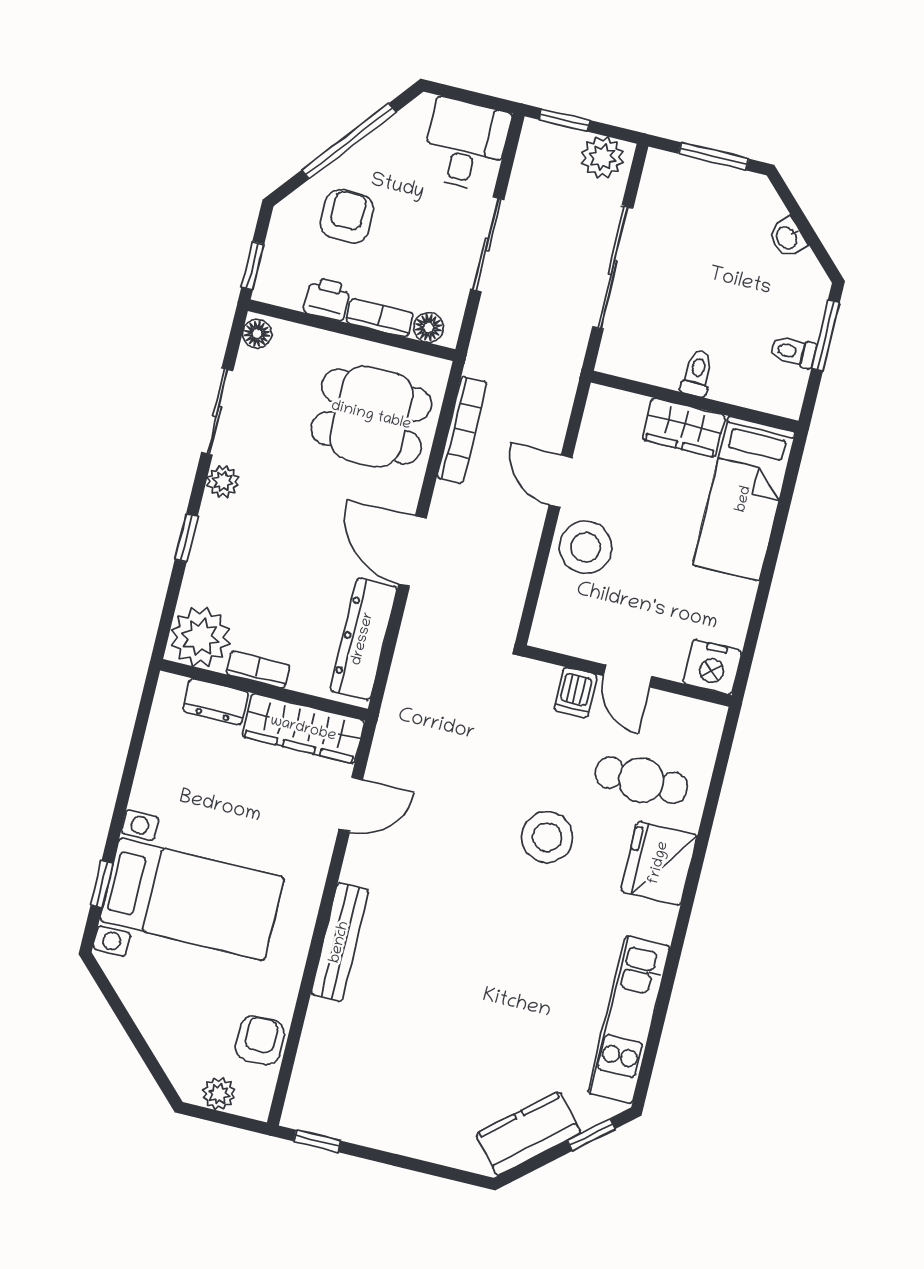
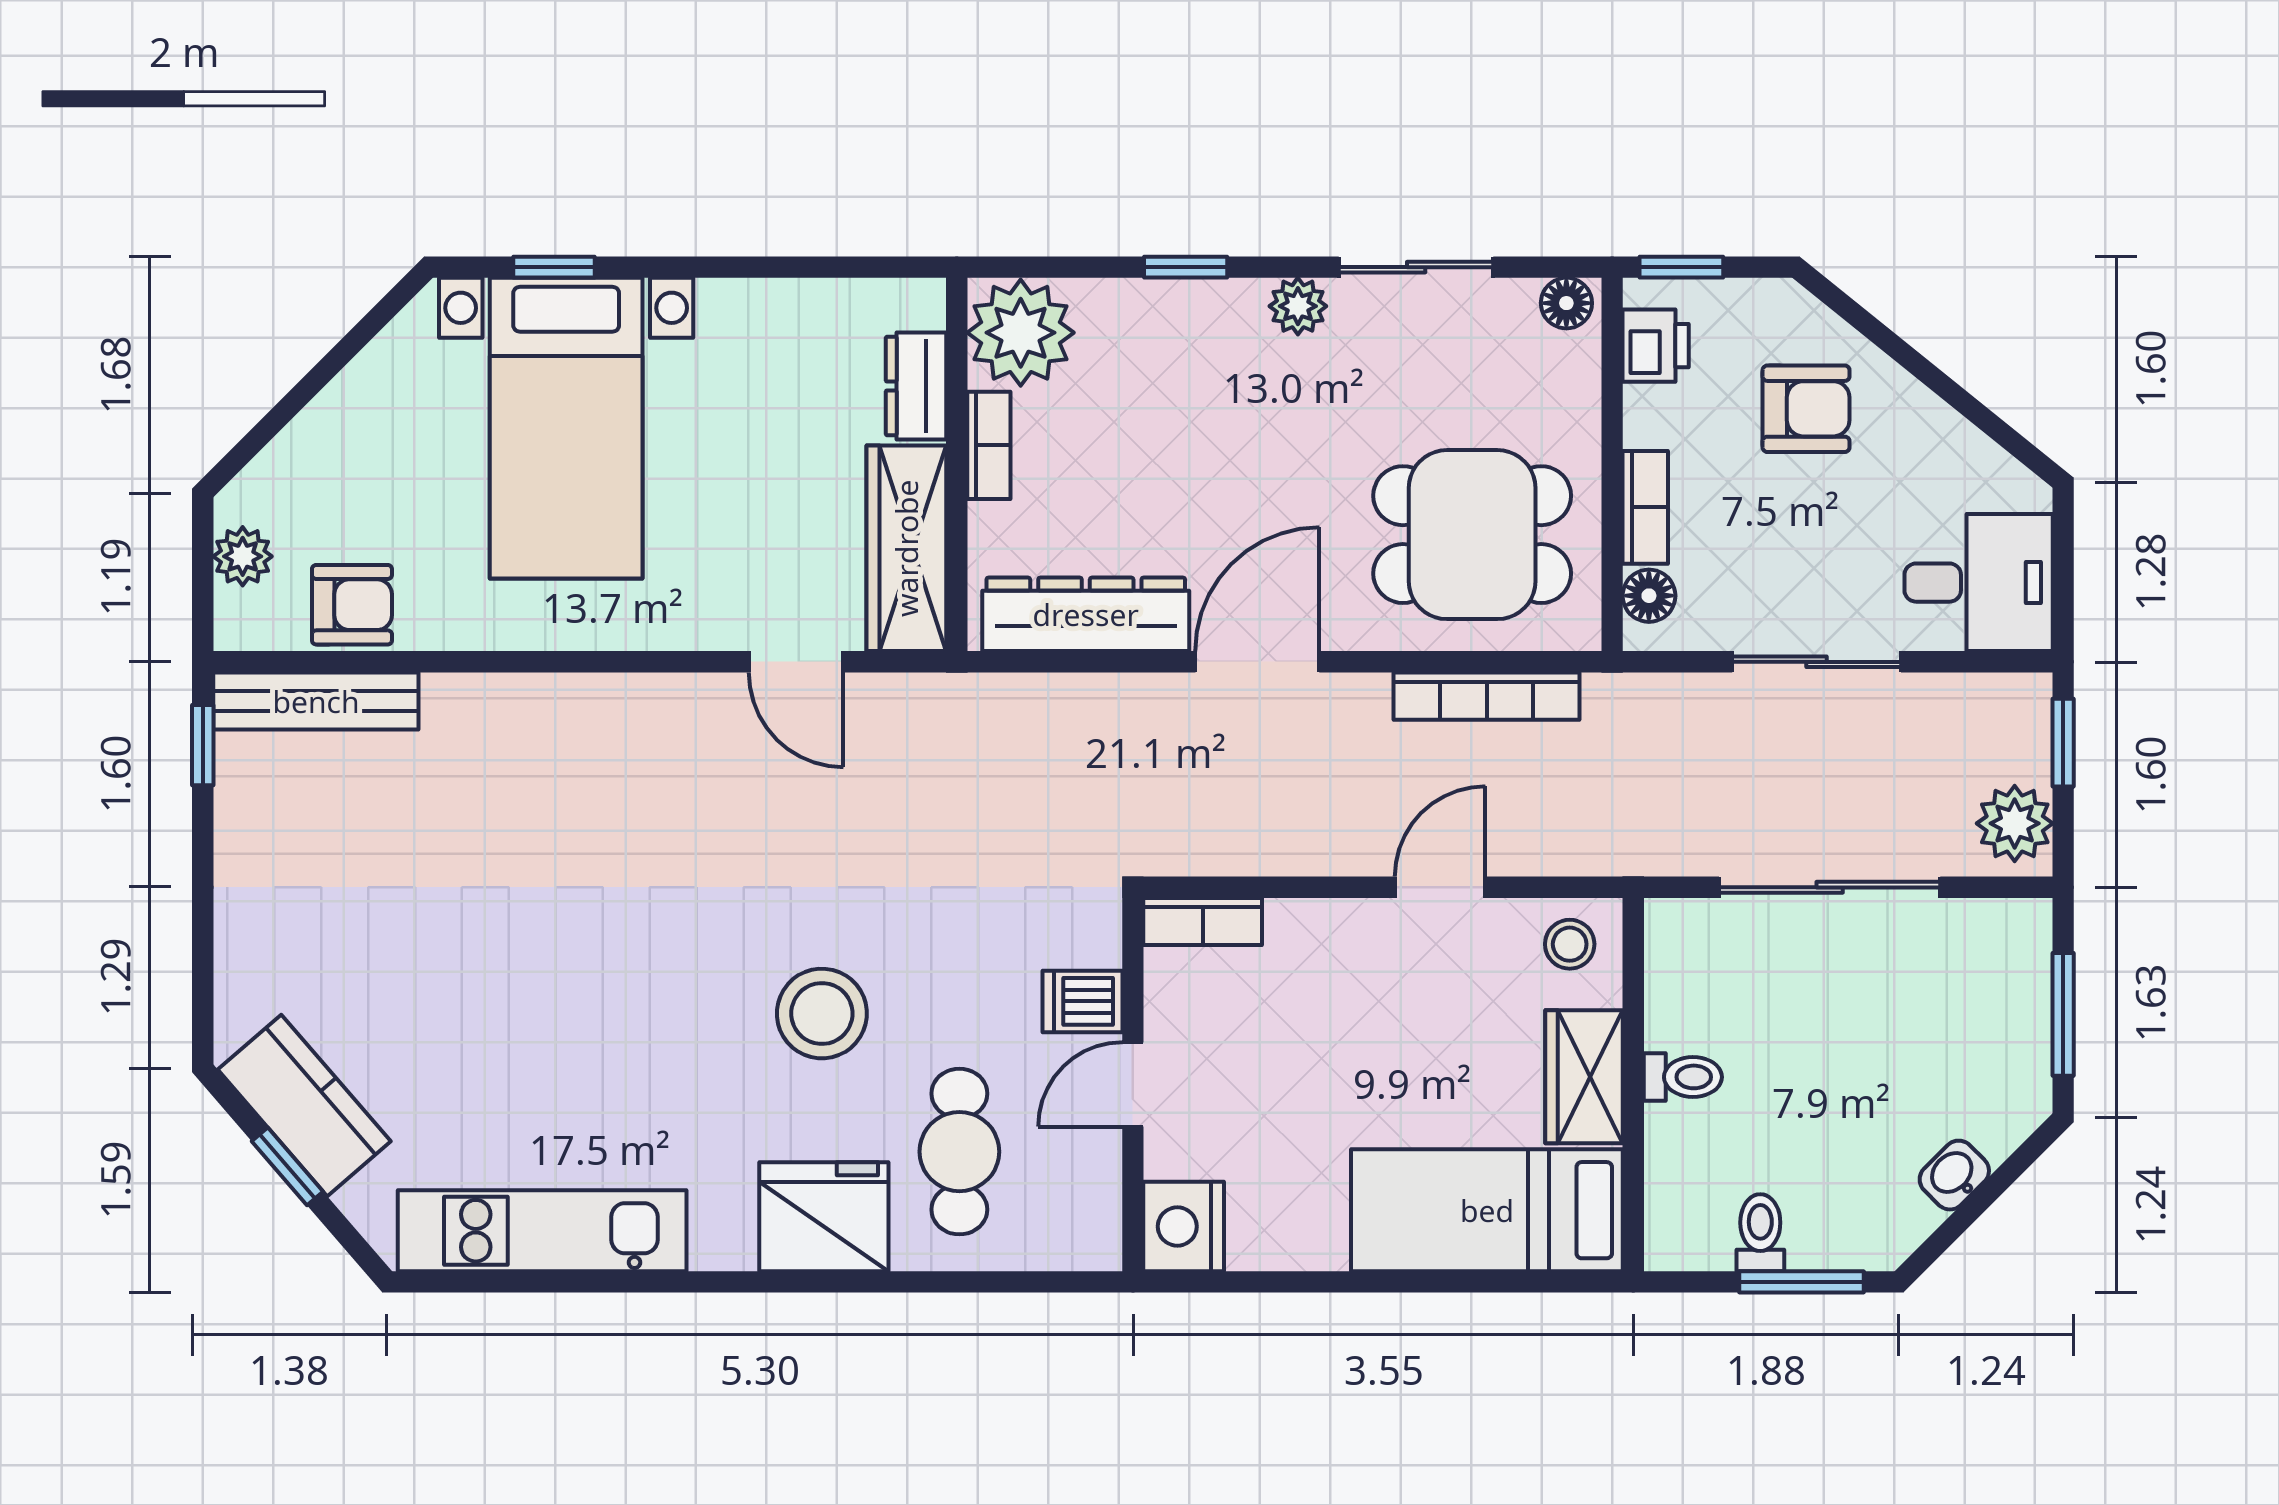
window: (349, 141) -> (1936, 380), removed
printer: (327, 299) -> (1656, 346), moved
dining table: (371, 416) -> (1472, 535), turned 90
stool: (586, 547) -> (1570, 944), moved, width x0.53, depth x0.53
bookcase: (548, 616) -> (1203, 921), added
bench: (340, 942) -> (316, 701), moved
window: (591, 1134) -> (287, 1166), moved

